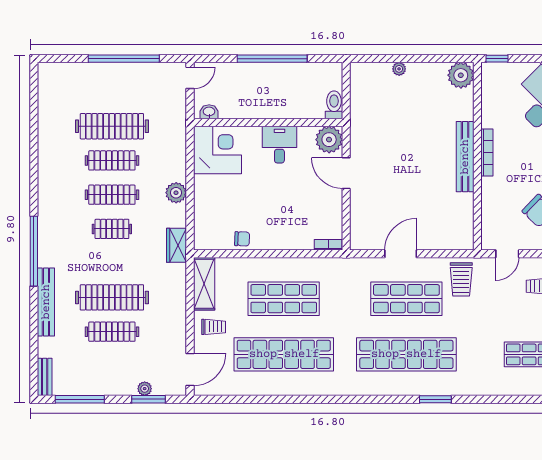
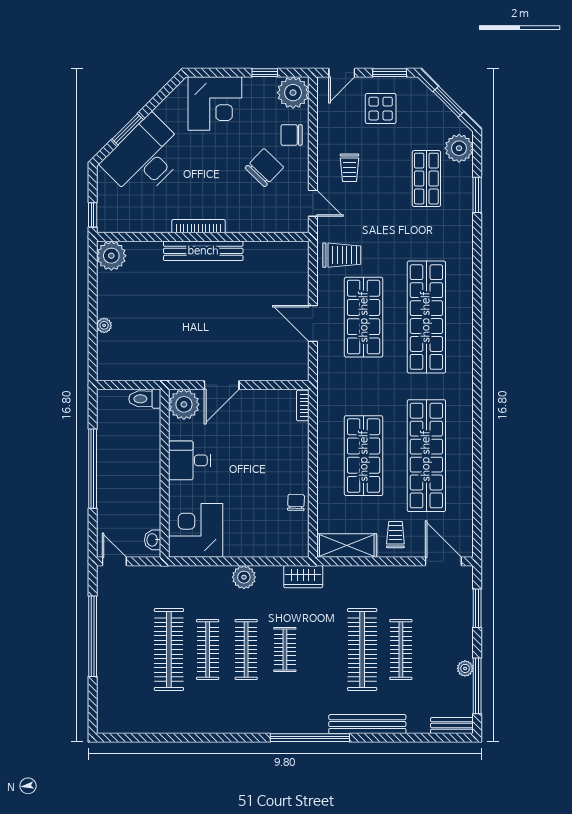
plant: (145, 389) -> (465, 668), moved
window: (435, 399) -> (477, 195), moved

